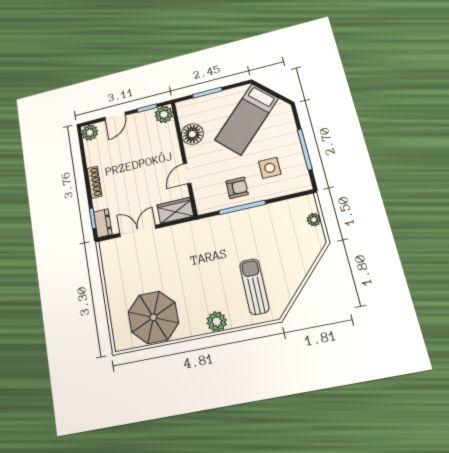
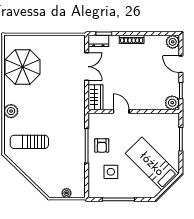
floor lamp: (192, 134) -> (151, 121), removed
sun lounger: (254, 287) -> (29, 142), turned 180

